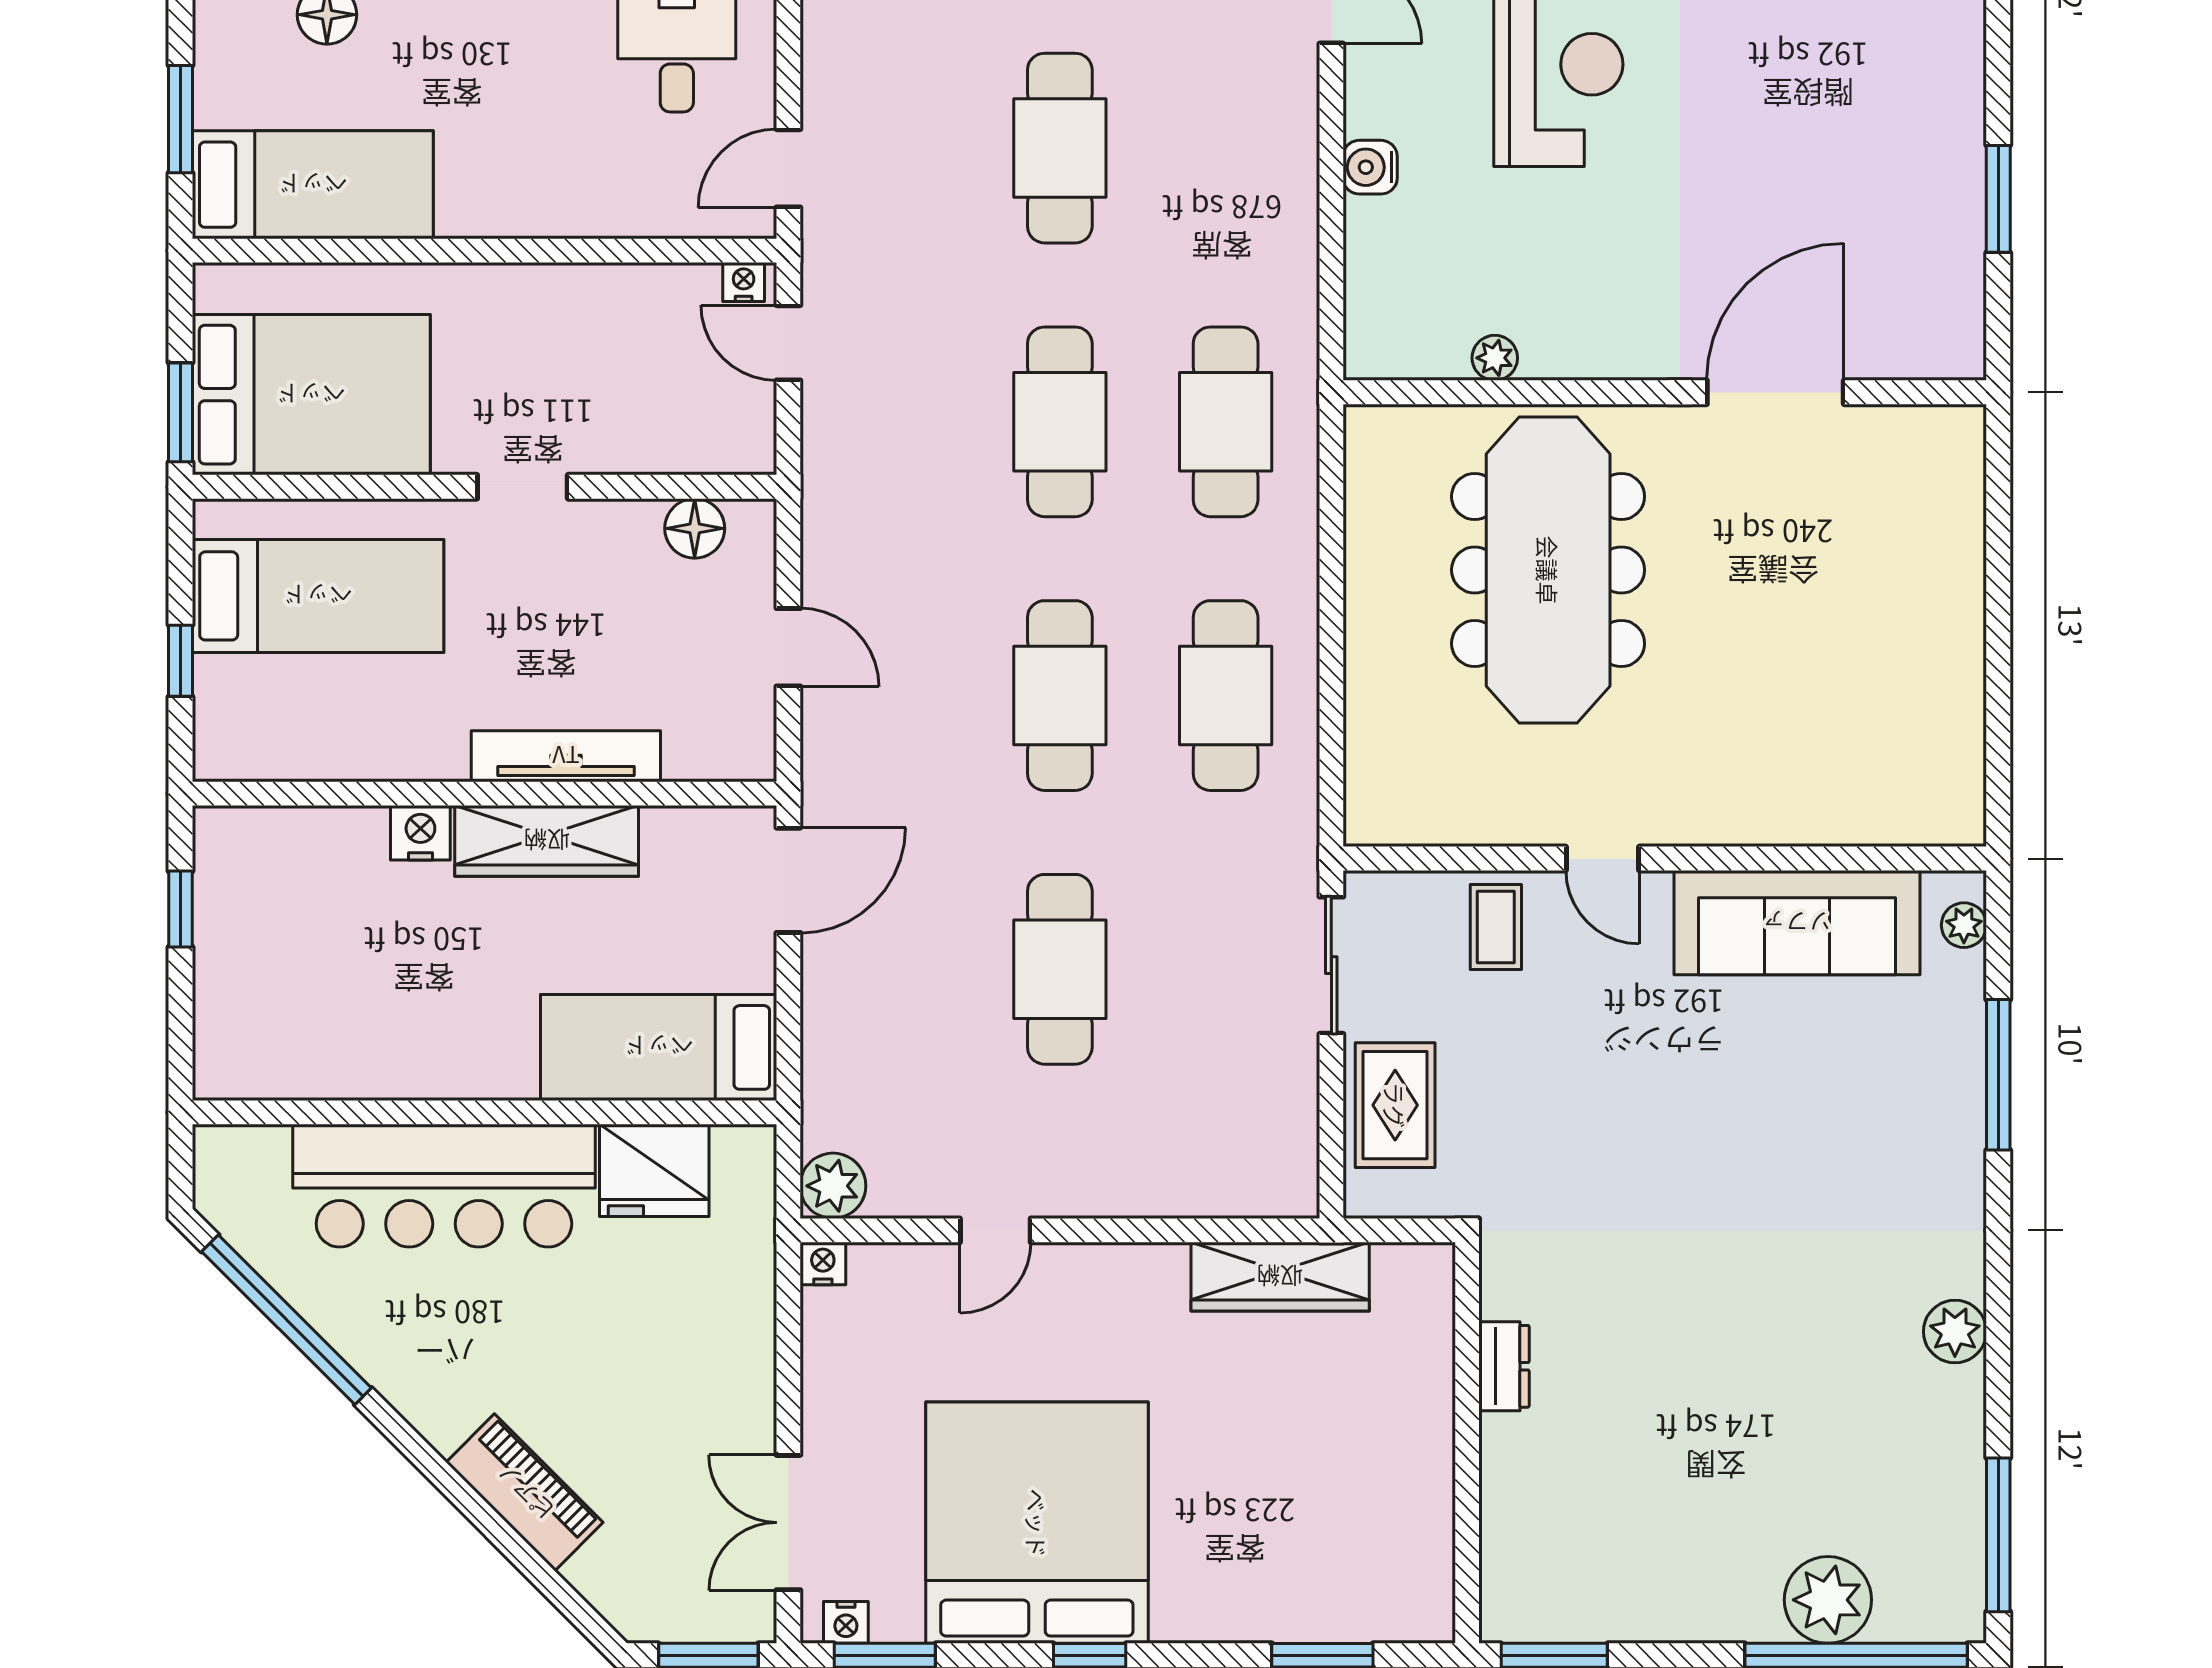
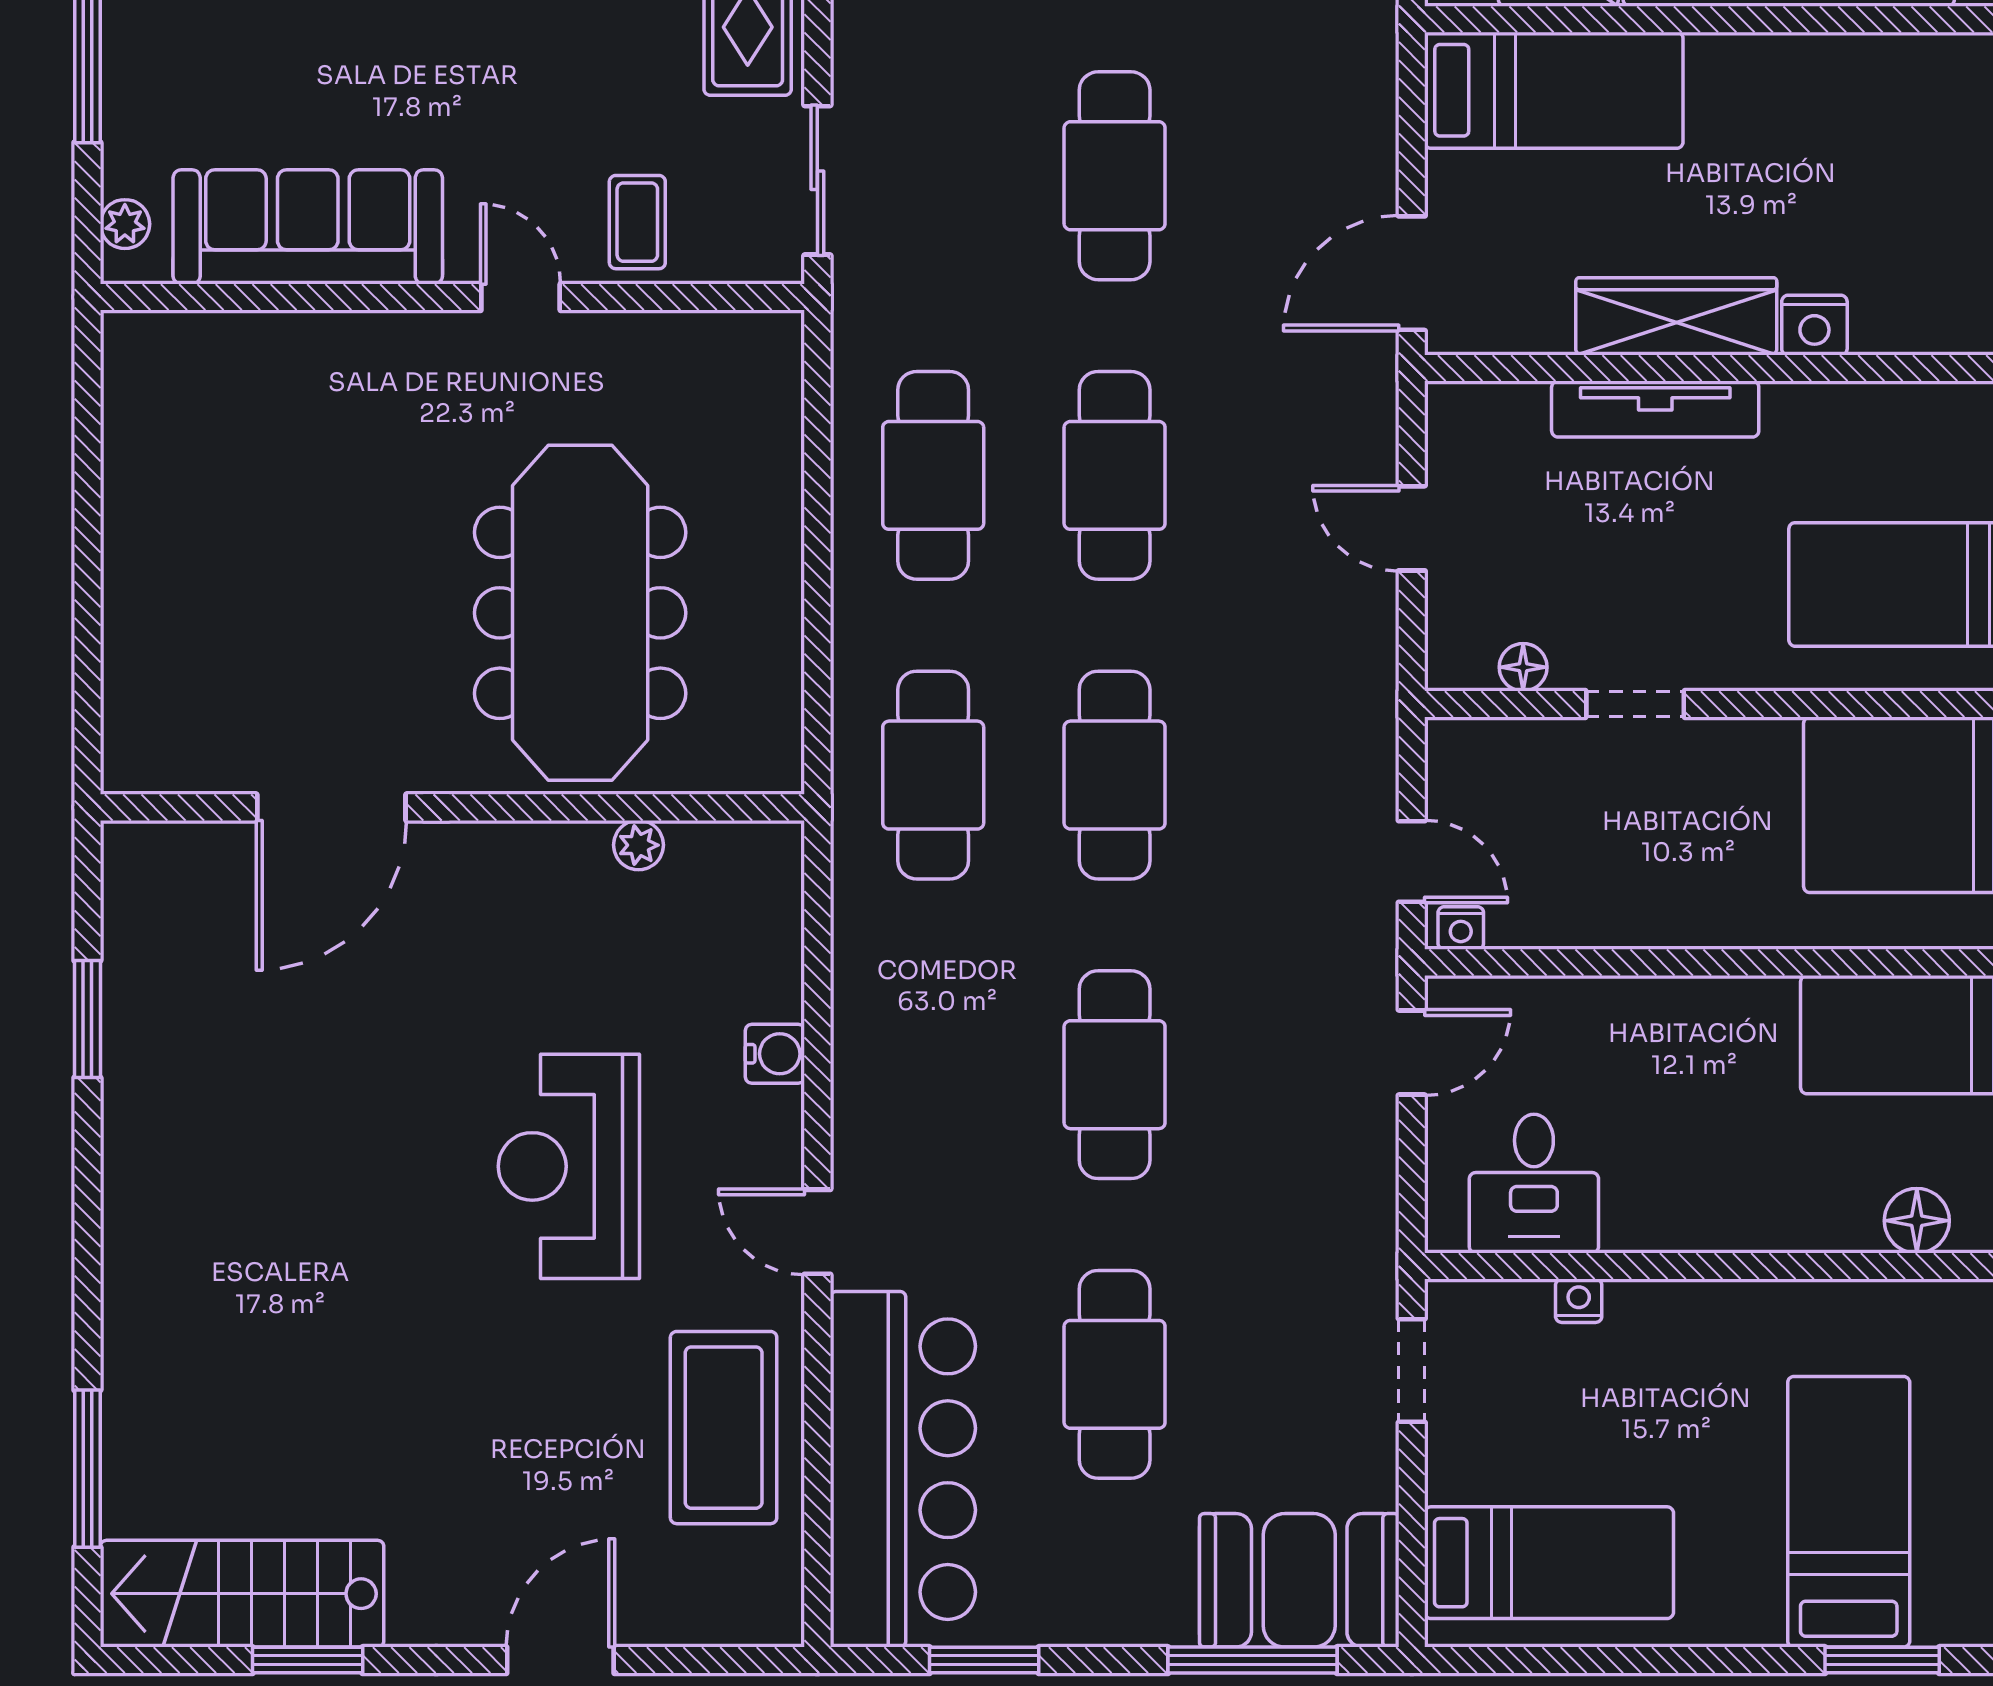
doorway: (522, 487) -> (1635, 704), moved
floor lamp: (695, 528) -> (1523, 667), width x0.73, depth x0.73

